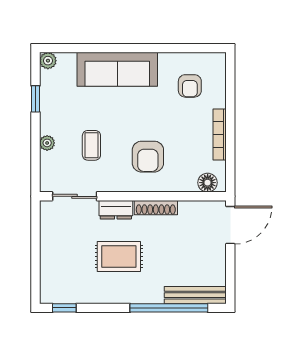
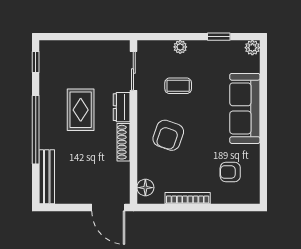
armchair: (148, 157) -> (168, 135), turned -71
window: (169, 308) -> (36, 130), moved

